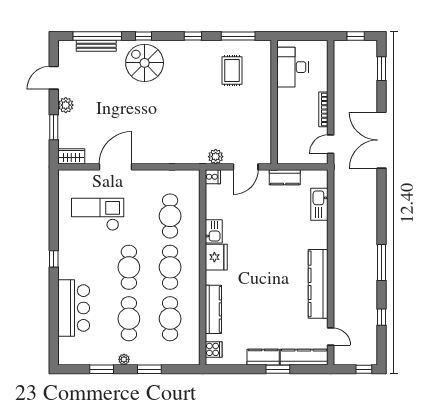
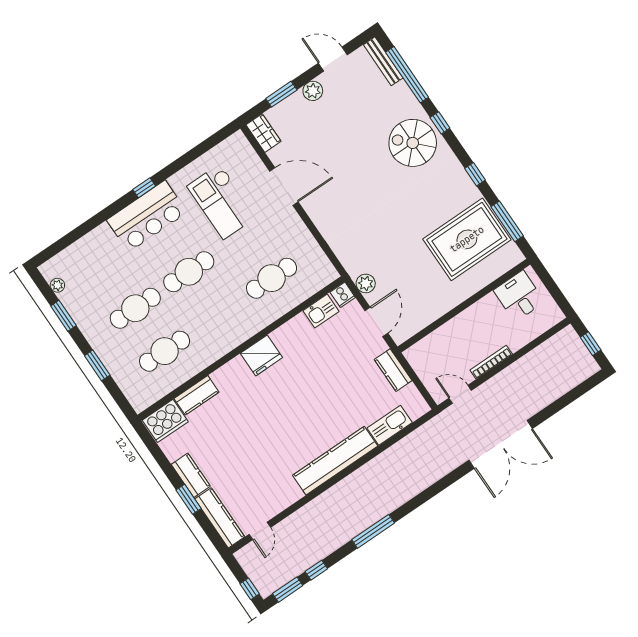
bench: (96, 46) -> (383, 61), moved
spiral stairs: (145, 63) -> (413, 143), turned -90
desk: (292, 67) -> (519, 296), width x0.73
window: (381, 69) -> (288, 590), moved
rug: (232, 71) -> (467, 239), width x1.86, depth x2.06
double door: (381, 140) -> (501, 444), swing flipped
door: (246, 167) -> (376, 322), swing flipped
checkout: (98, 214) -> (222, 202), turned 180
kitchen sink: (214, 231) -> (321, 311), moved
cafe table: (170, 267) -> (218, 315), removed
kitchen counter: (318, 284) -> (335, 461), moved
bar counter: (74, 308) -> (147, 216), moved
kitchen counter: (213, 309) -> (197, 395), width x0.67
cooker: (214, 349) -> (165, 421), width x1.87, depth x1.31
plant: (124, 359) -> (57, 285), moved

